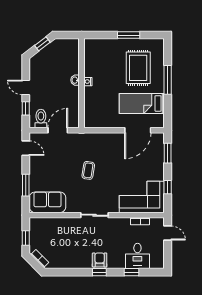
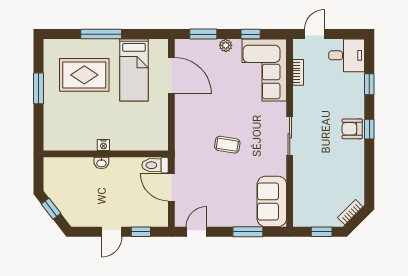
toilet: (41, 119) -> (155, 165), moved
plant: (159, 169) -> (226, 45), added
desk: (137, 256) -> (347, 55), moved

